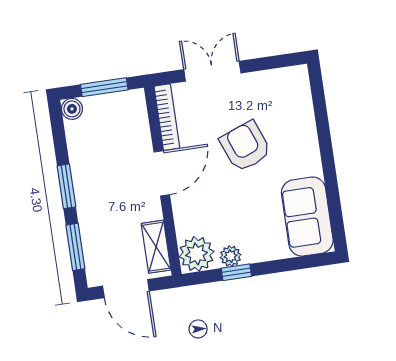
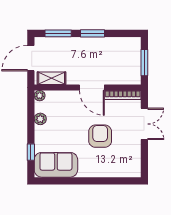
boiler: (72, 109) -> (135, 43), removed
armchair: (245, 146) -> (100, 136), turned -69
plant: (197, 254) -> (40, 96), width x0.53, depth x0.53
window: (236, 272) -> (31, 152), moved

